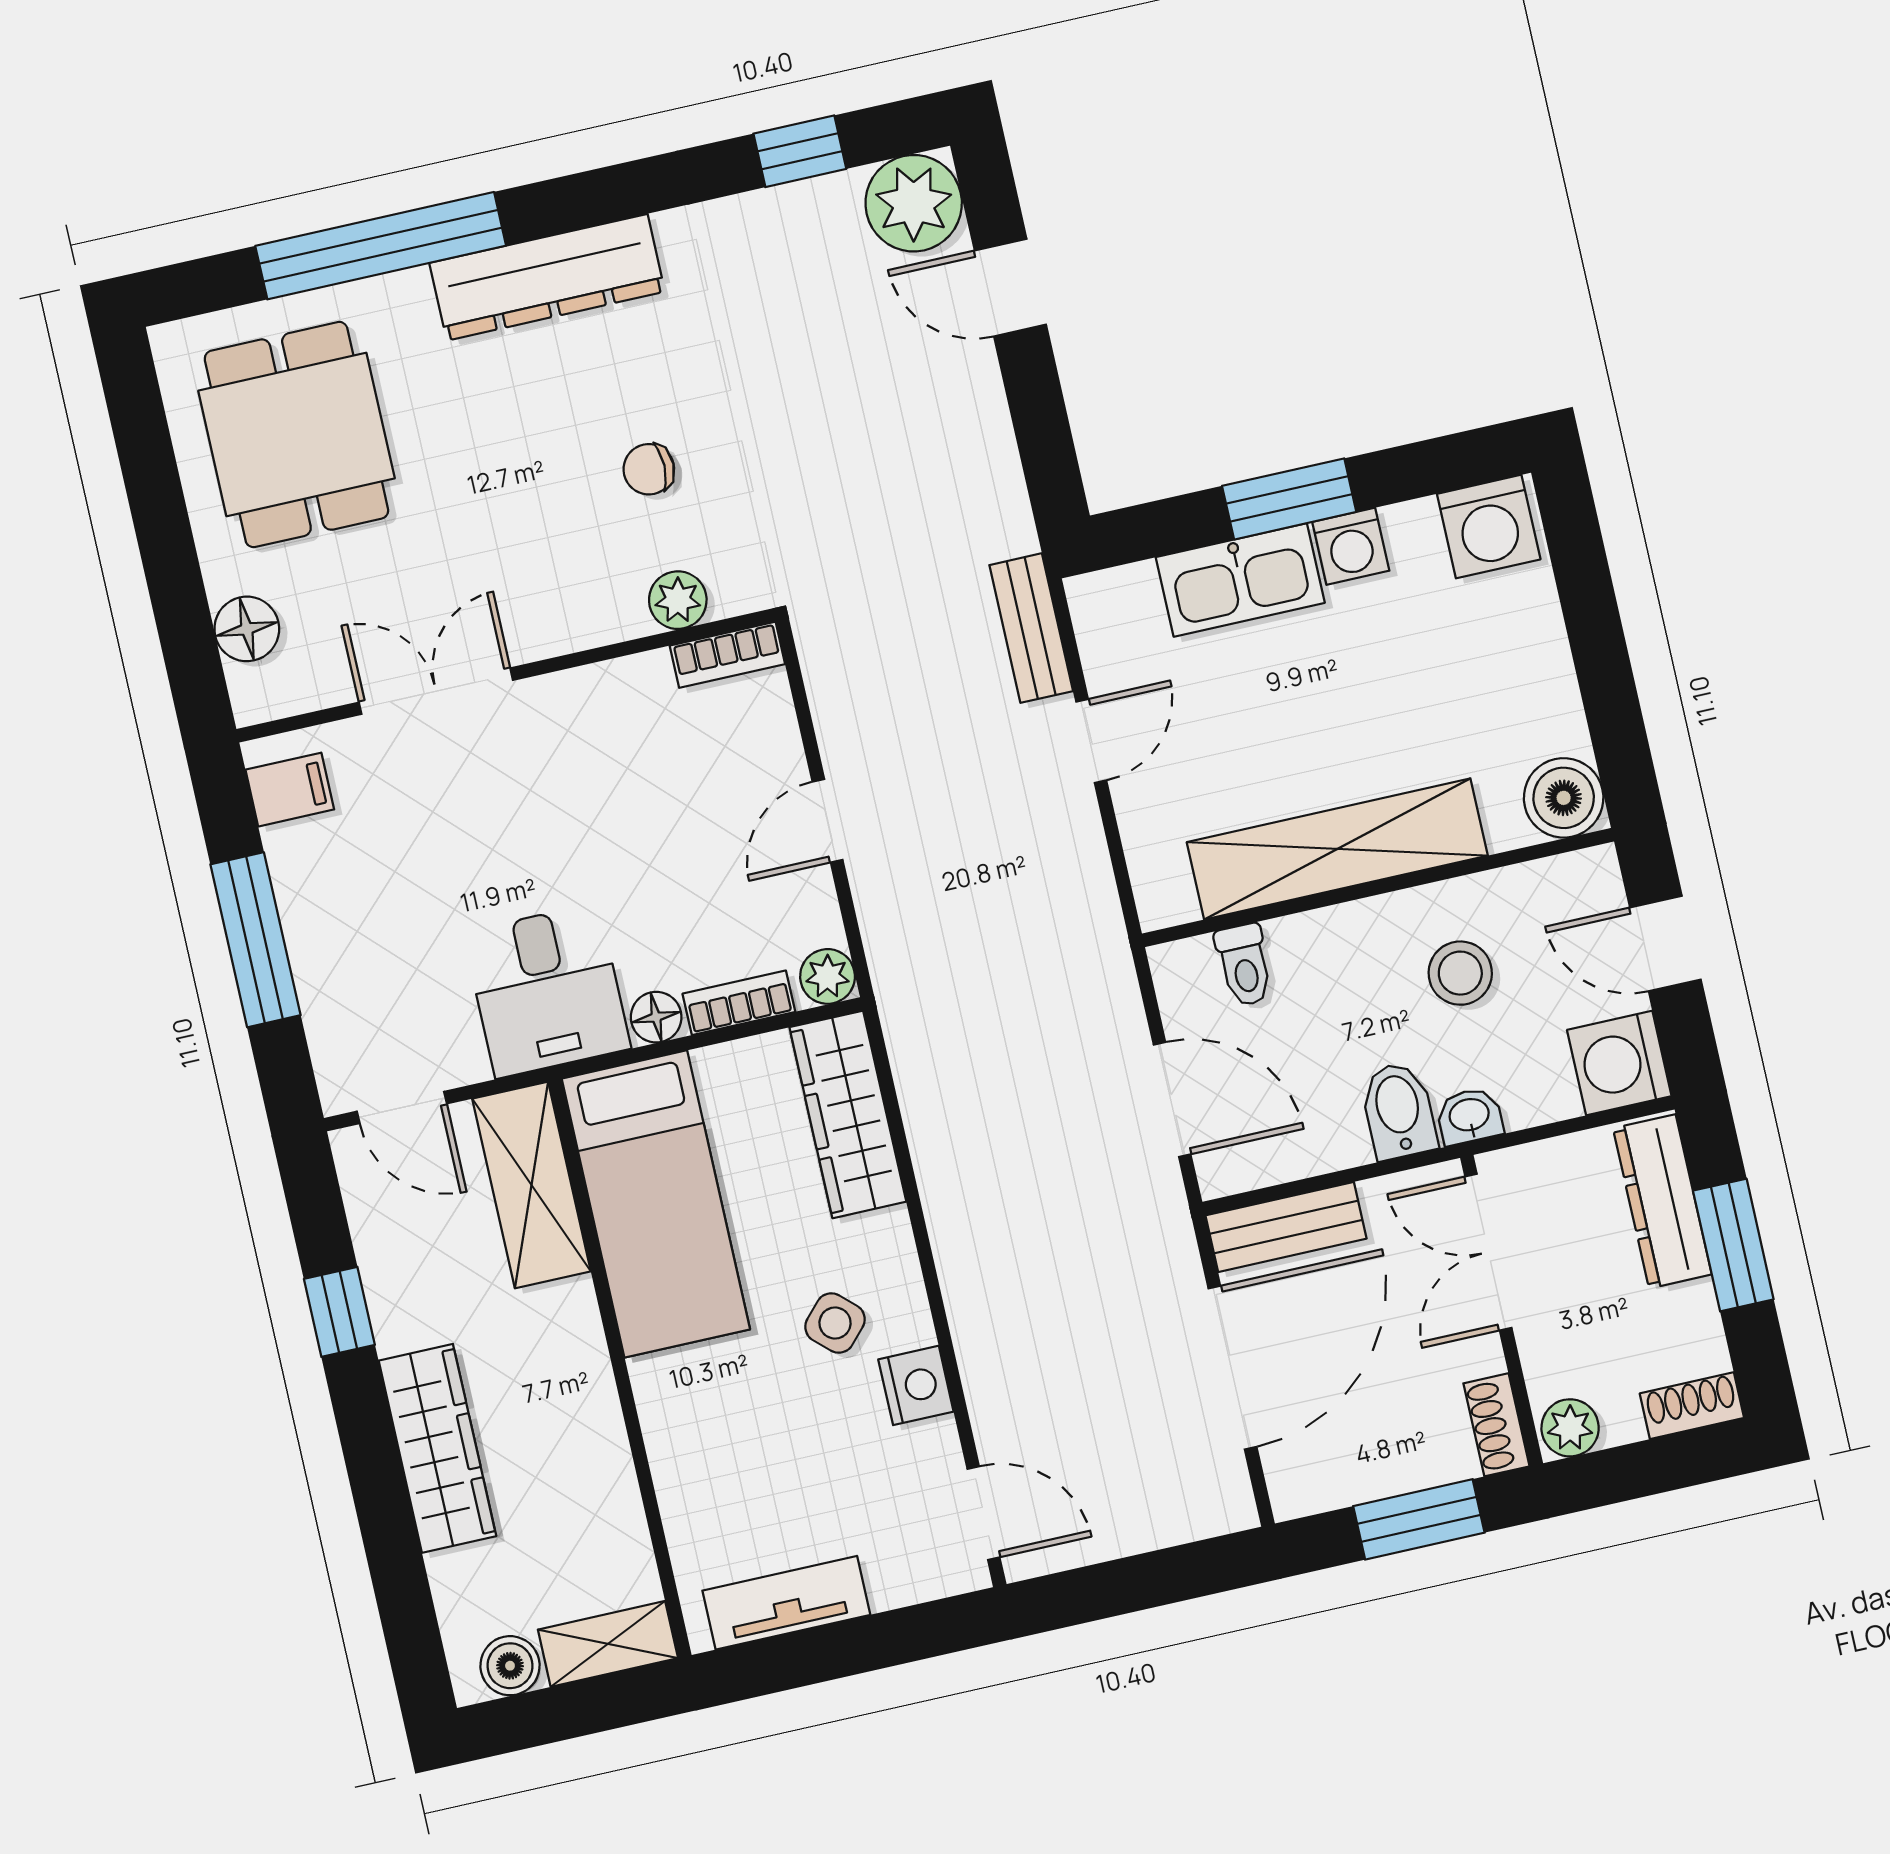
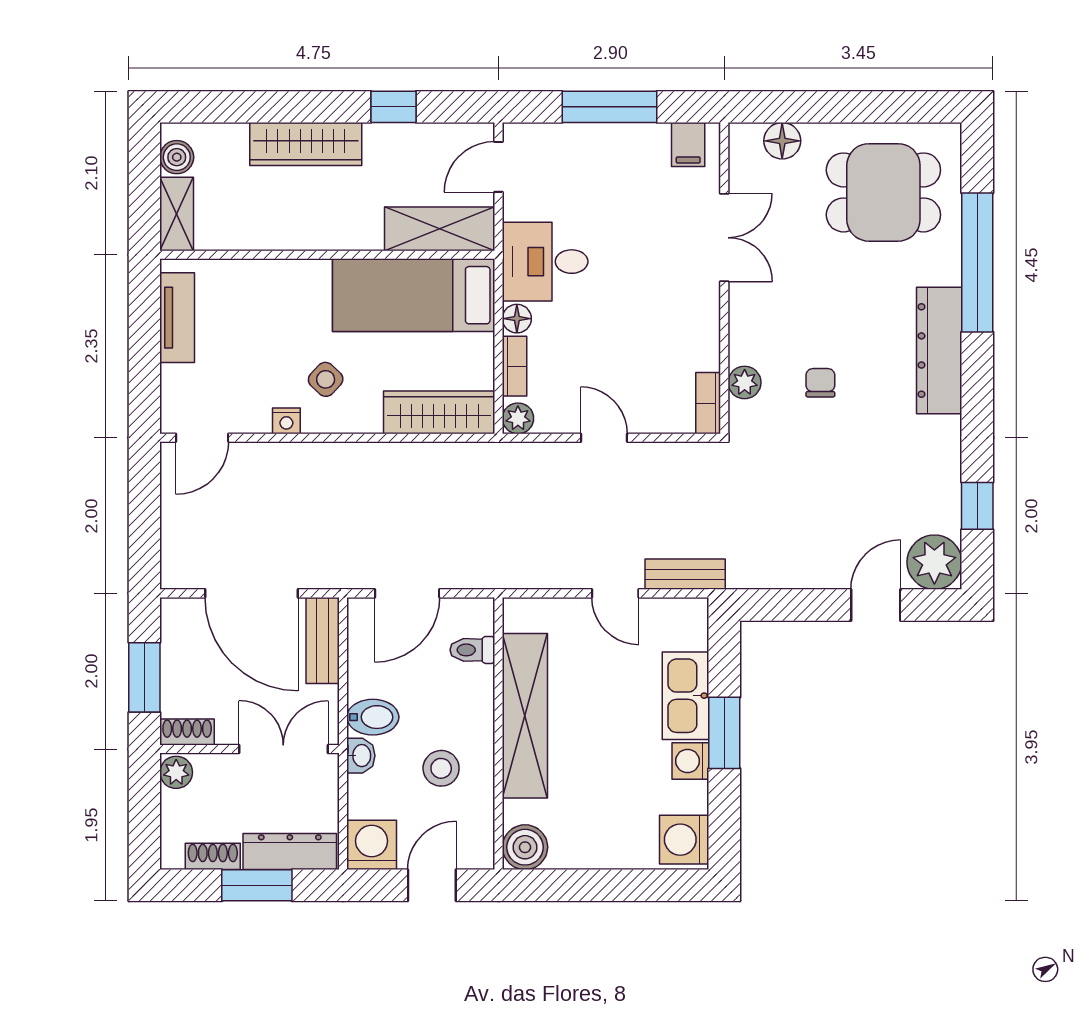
nightstand: (916, 1385) -> (286, 421), width x0.72, depth x0.74
shoe rack: (1692, 1406) -> (213, 856), moved, turned -90

